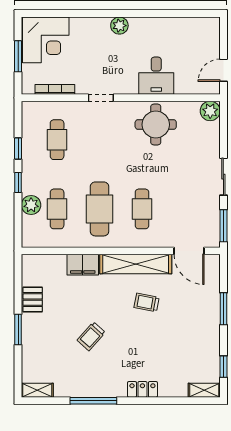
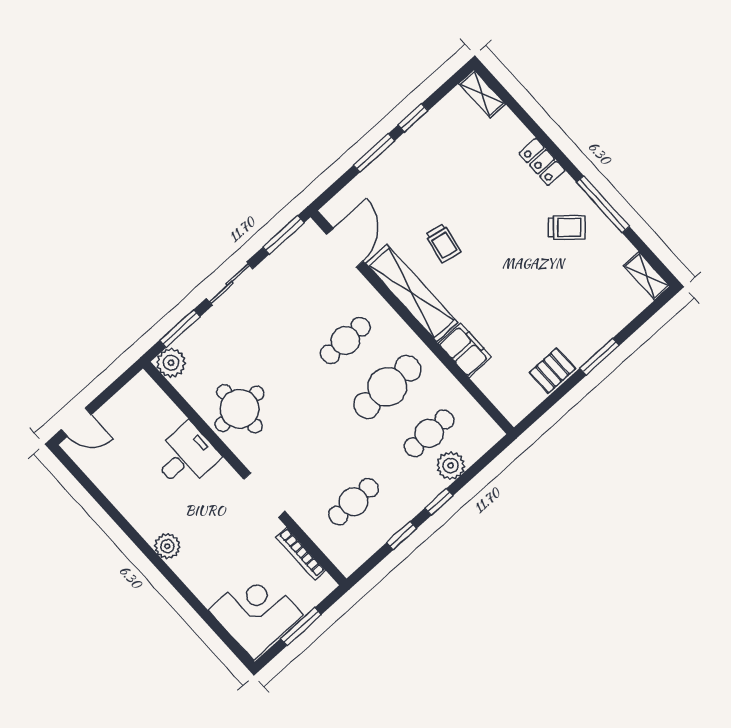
door: (223, 70) -> (76, 422), moved
doorway: (101, 98) -> (264, 495), width x1.38
window: (223, 131) -> (180, 329), added
trolley: (91, 336) -> (567, 228), moved
window: (223, 367) -> (413, 118), moved

